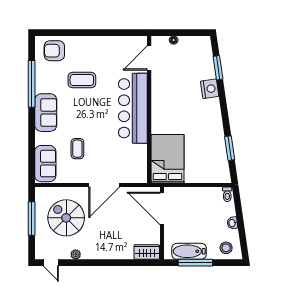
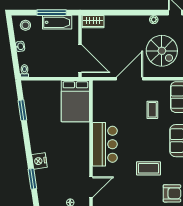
bar counter: (133, 108) -> (105, 144), width x0.73

